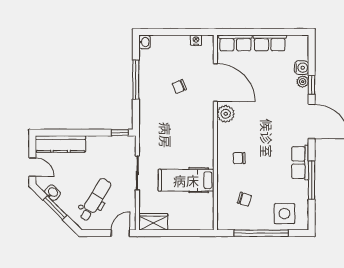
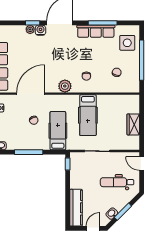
water cooler: (302, 68) -> (40, 30), moved
plant: (226, 114) -> (65, 86), moved
hospital bed: (165, 119) -> (58, 131), added
row of seats: (300, 163) -> (96, 31), width x1.48
hospital bed: (186, 180) -> (88, 115), moved
dental chair: (95, 200) -> (117, 182), turned -31
wardrobe: (153, 222) -> (133, 124), moved

